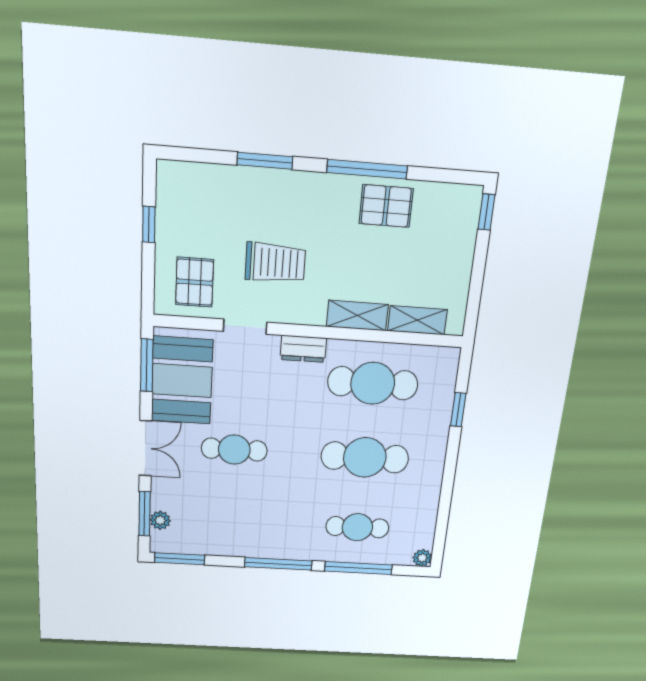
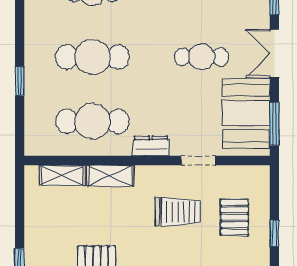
trolley: (275, 263) -> (178, 212), turned 180
pallet: (195, 282) -> (235, 217), moved
window: (458, 410) -> (20, 81), moved

